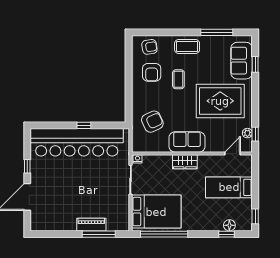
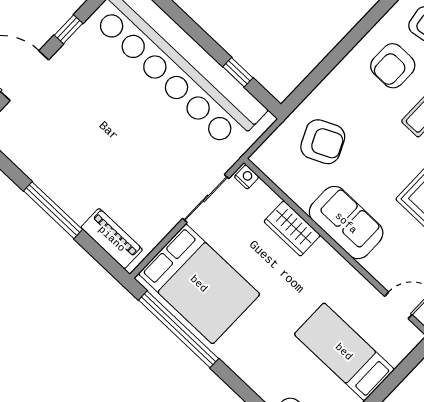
window: (84, 125) -> (238, 72), moved
wardrobe: (185, 162) -> (292, 228), moved
piano: (91, 225) -> (112, 239), moved
window: (99, 234) -> (53, 210), moved

